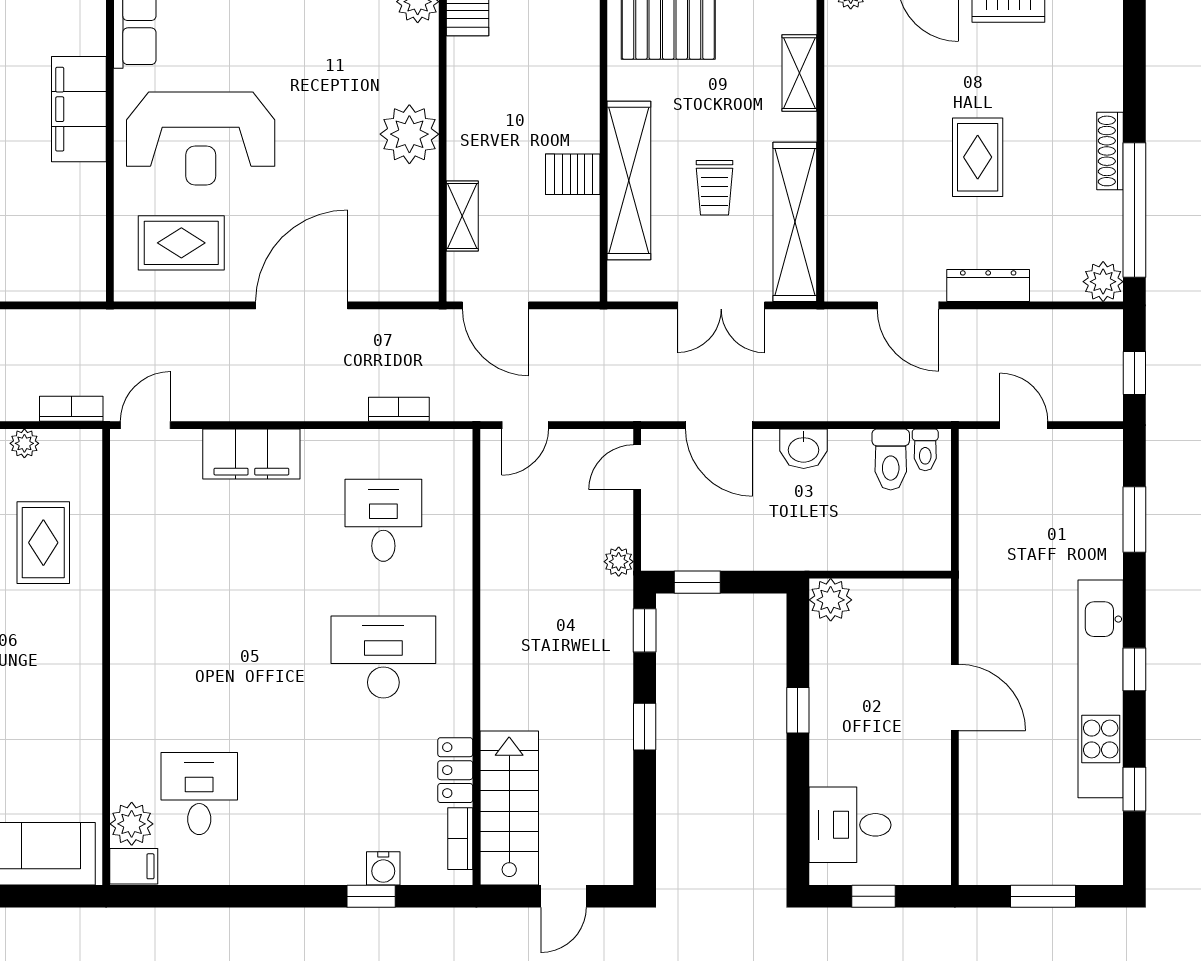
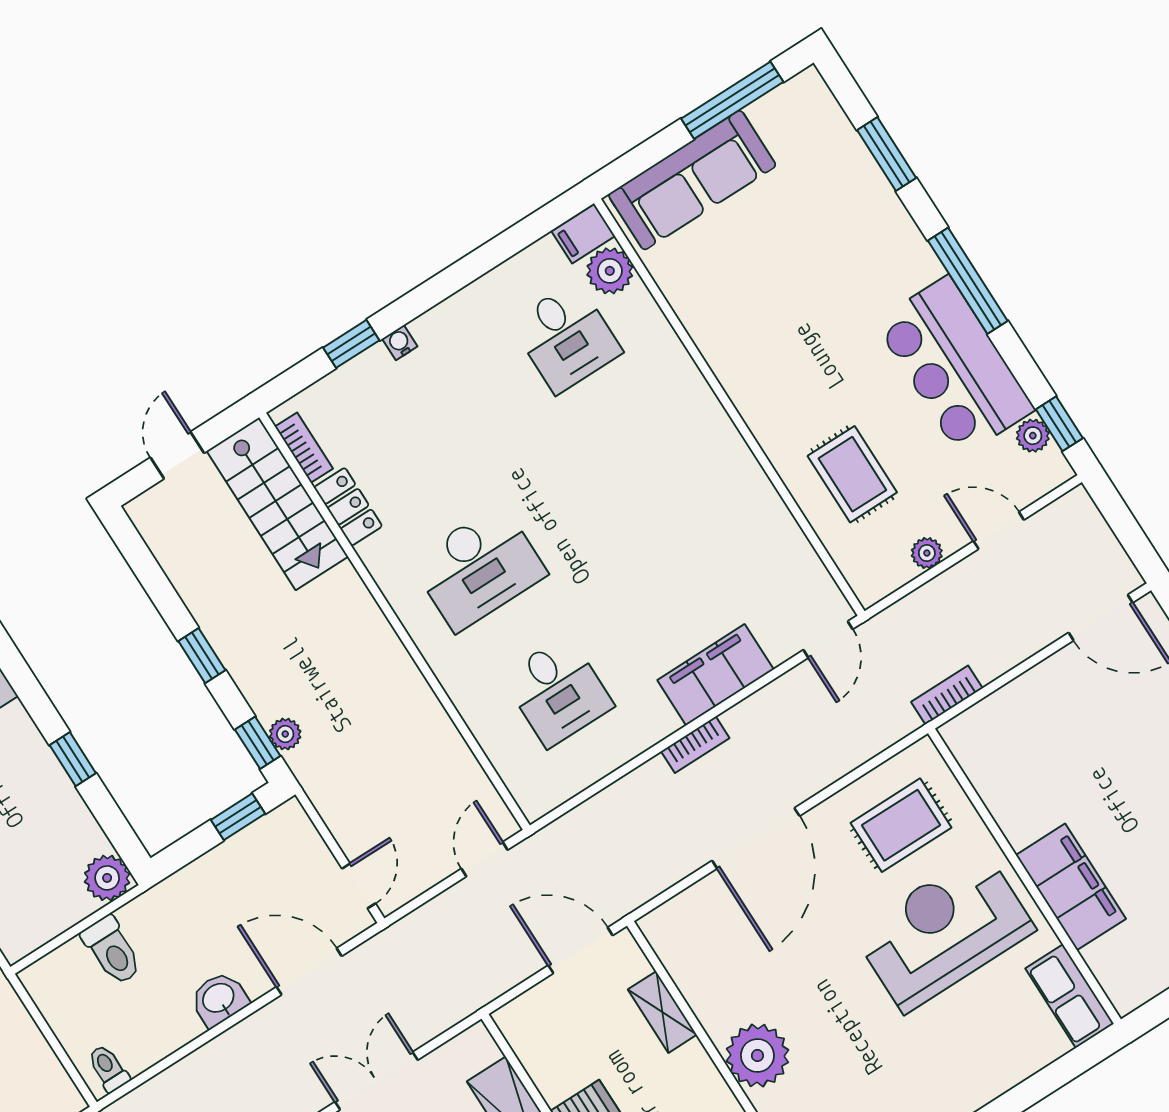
bookcase: (71, 409) -> (947, 695), moved, turned 180
bookcase: (399, 409) -> (695, 745), moved
toilet: (891, 459) -> (112, 950), moved, turned 180
plant: (619, 562) -> (285, 734), moved
water cooler: (383, 868) -> (400, 343), moved, width x0.72, depth x0.72

